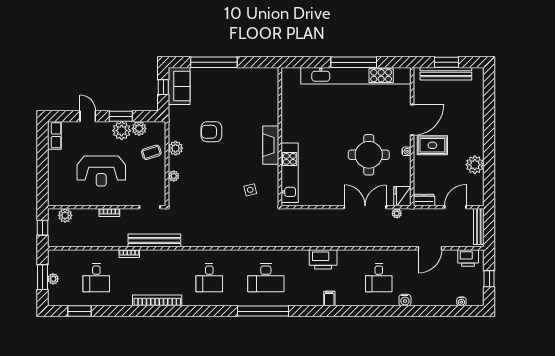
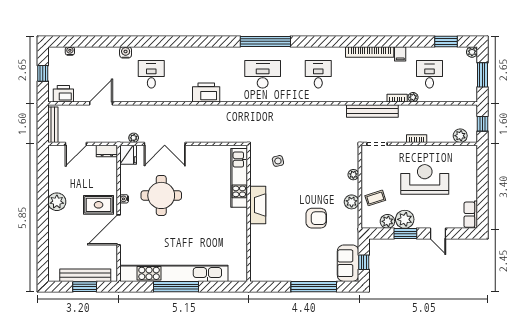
plant: (475, 165) -> (57, 202), moved
plant: (113, 255) -> (413, 97), added
plant: (53, 279) -> (472, 52), moved
filing cabinet: (329, 299) -> (400, 54), moved

